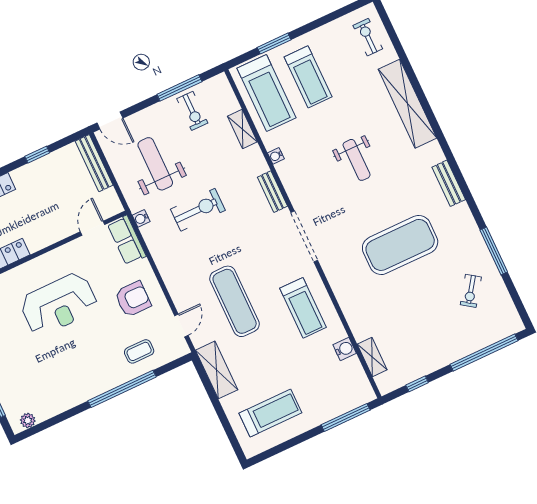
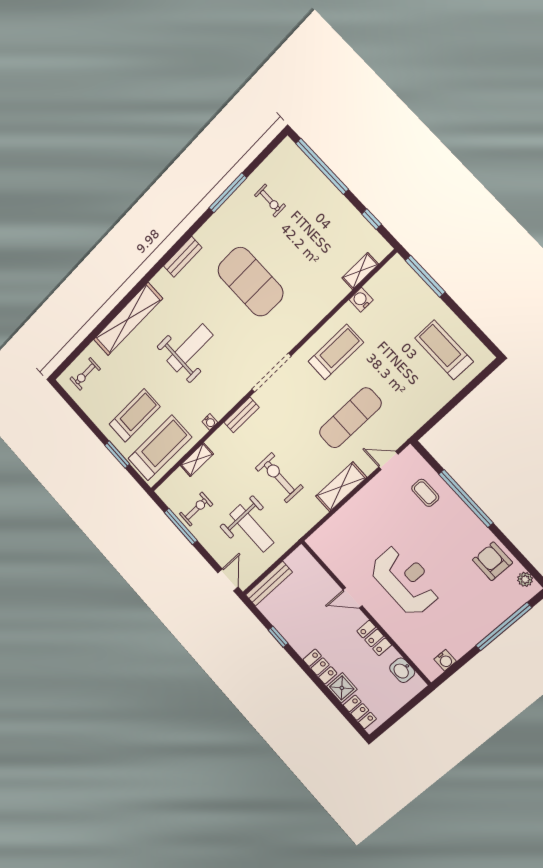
weight bench: (357, 160) -> (190, 348), width x1.36, depth x1.33
weight bench: (155, 164) -> (252, 528), turned -90
water cooler: (141, 218) -> (304, 527), removed
door: (93, 228) -> (353, 598), moved
row of seats: (127, 240) -> (327, 534), removed
exercise bike: (471, 291) -> (270, 201), turned 55
armchair: (133, 299) -> (492, 561), moved
shelving: (217, 370) -> (341, 487), moved

